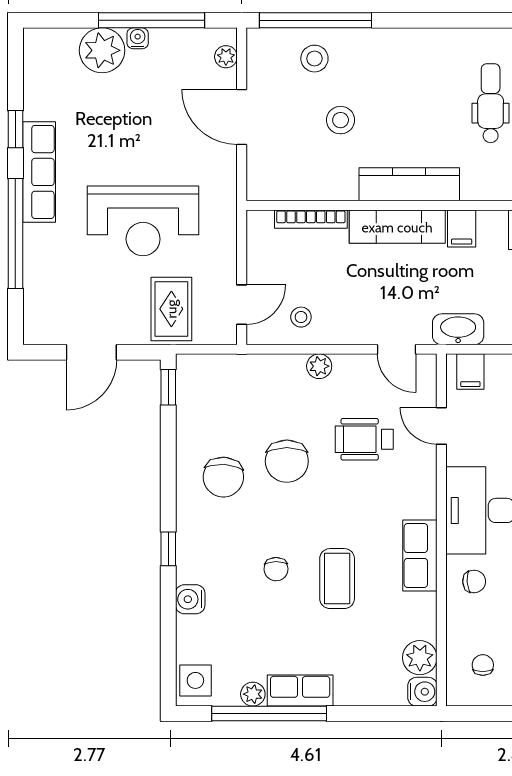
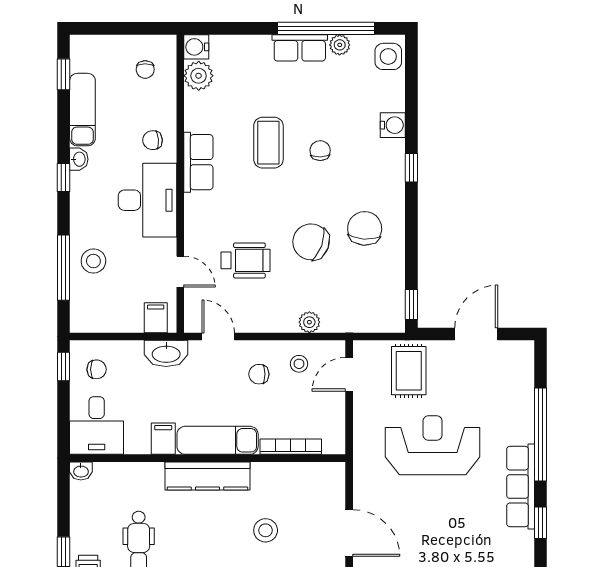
chair: (348, 305) -> (259, 374), added
plant: (319, 366) -> (309, 322), moved
chair: (287, 461) -> (311, 242), turned -70

